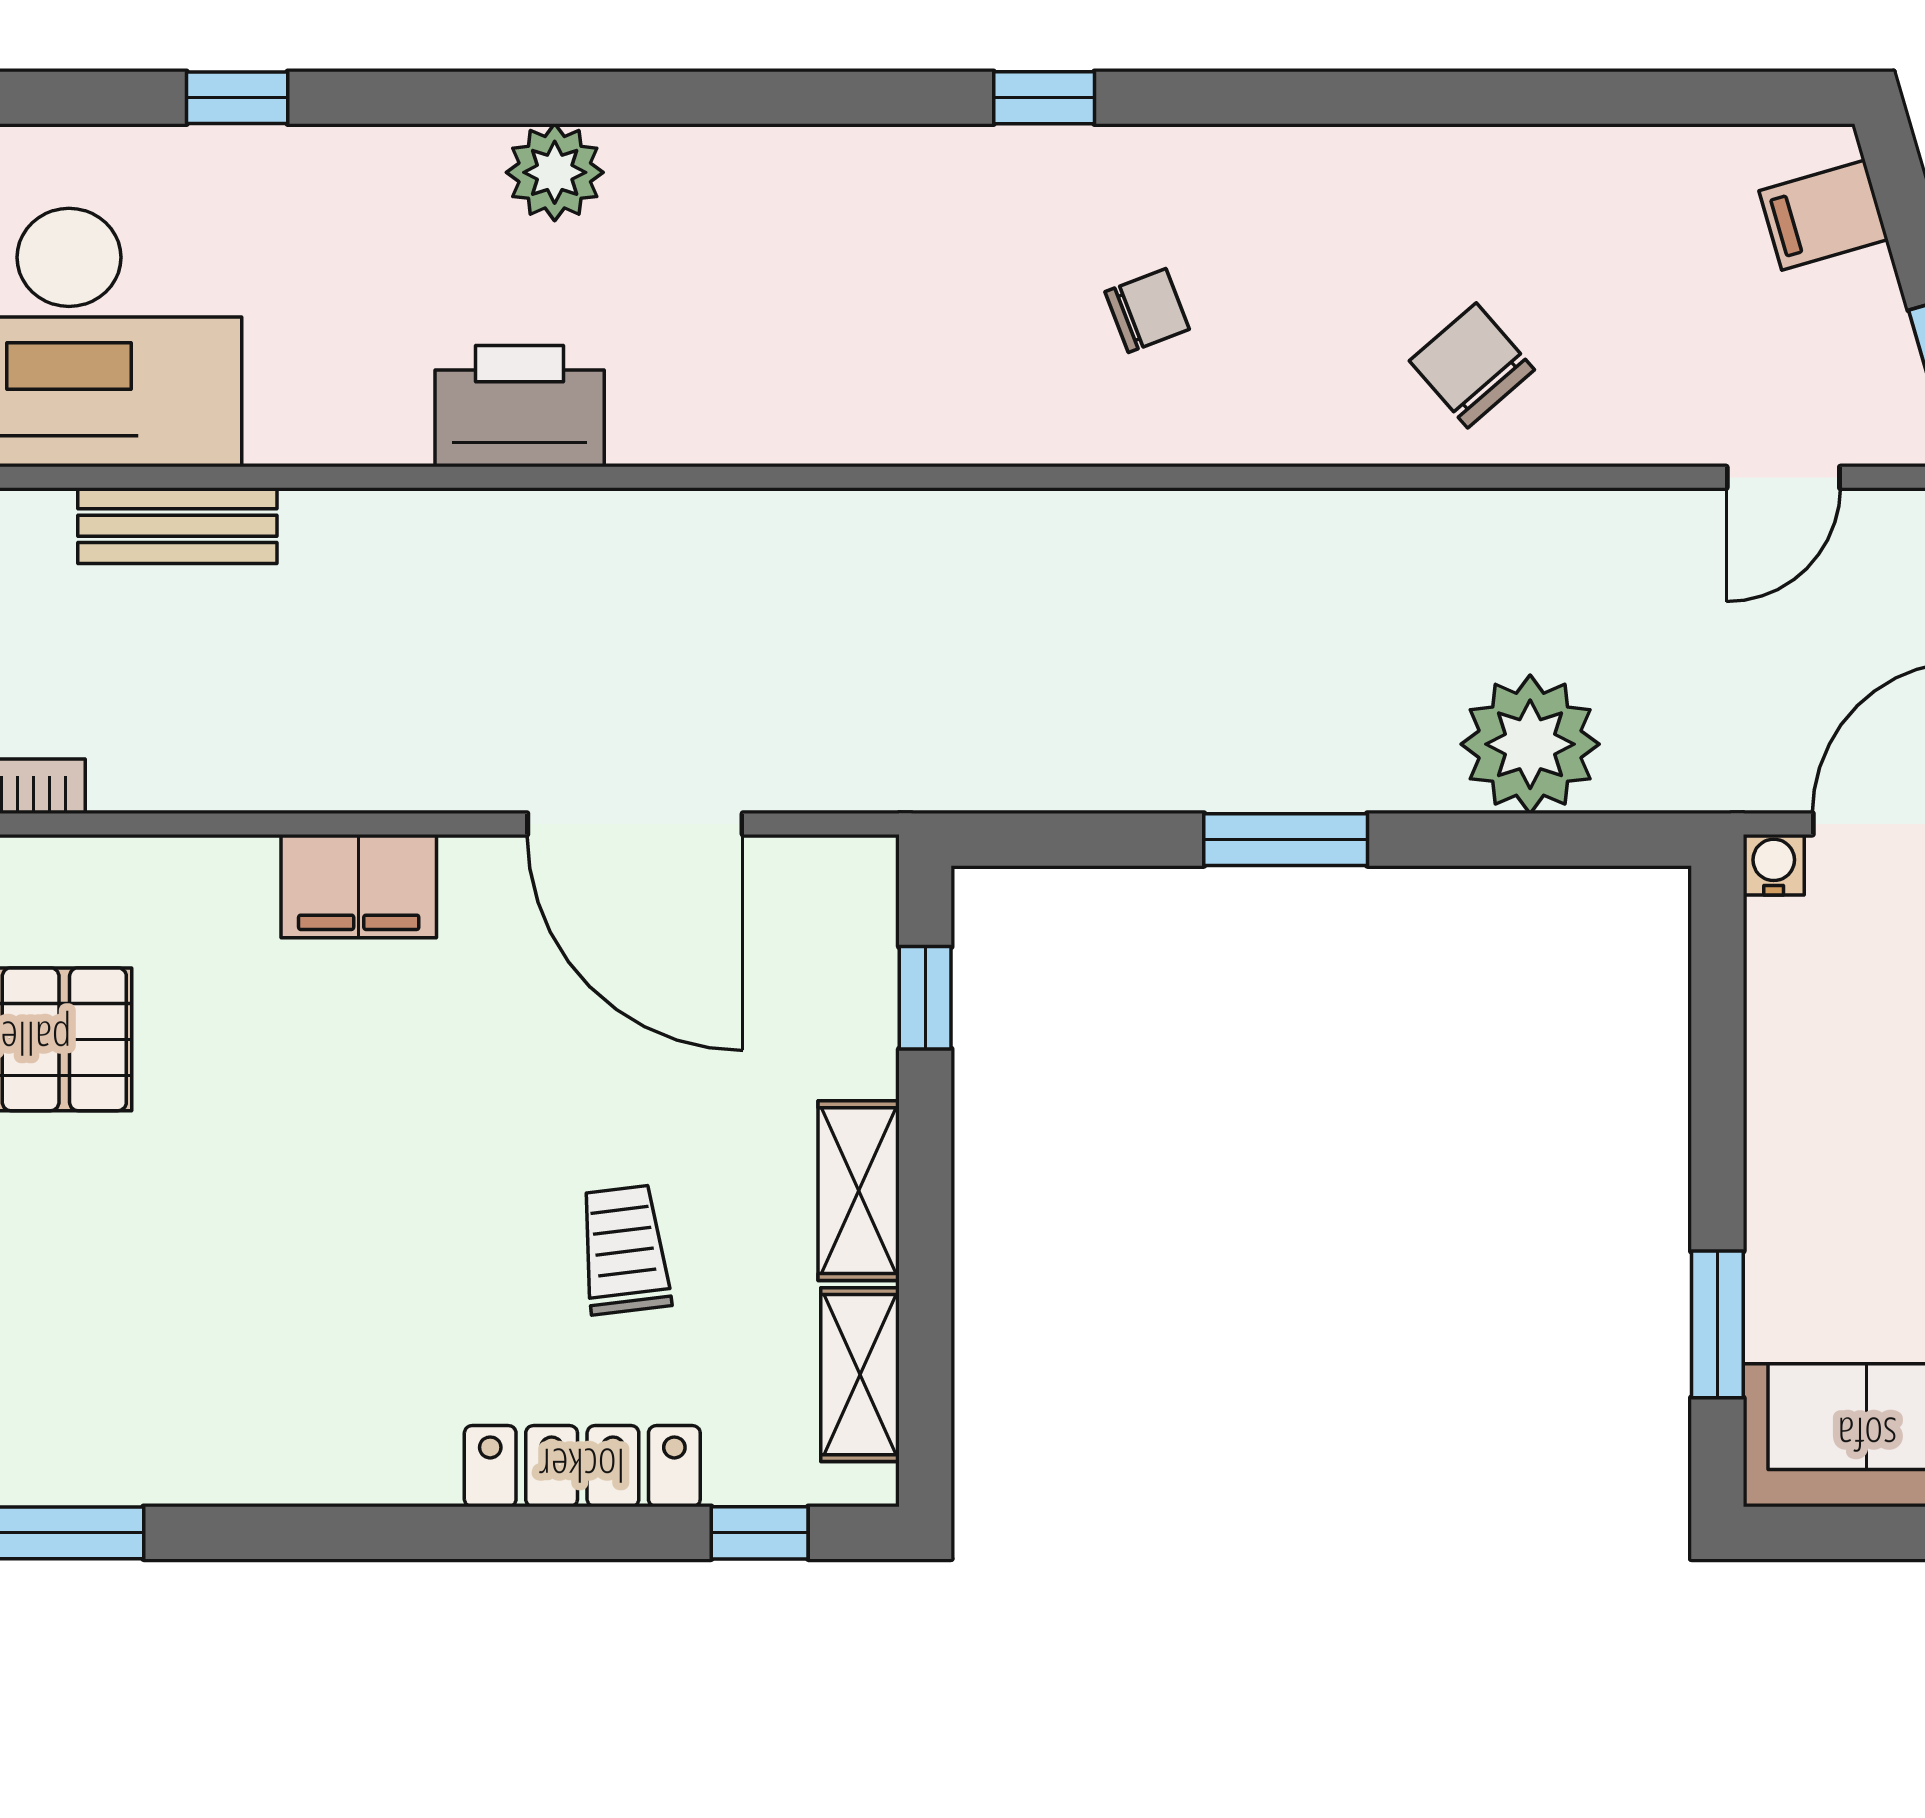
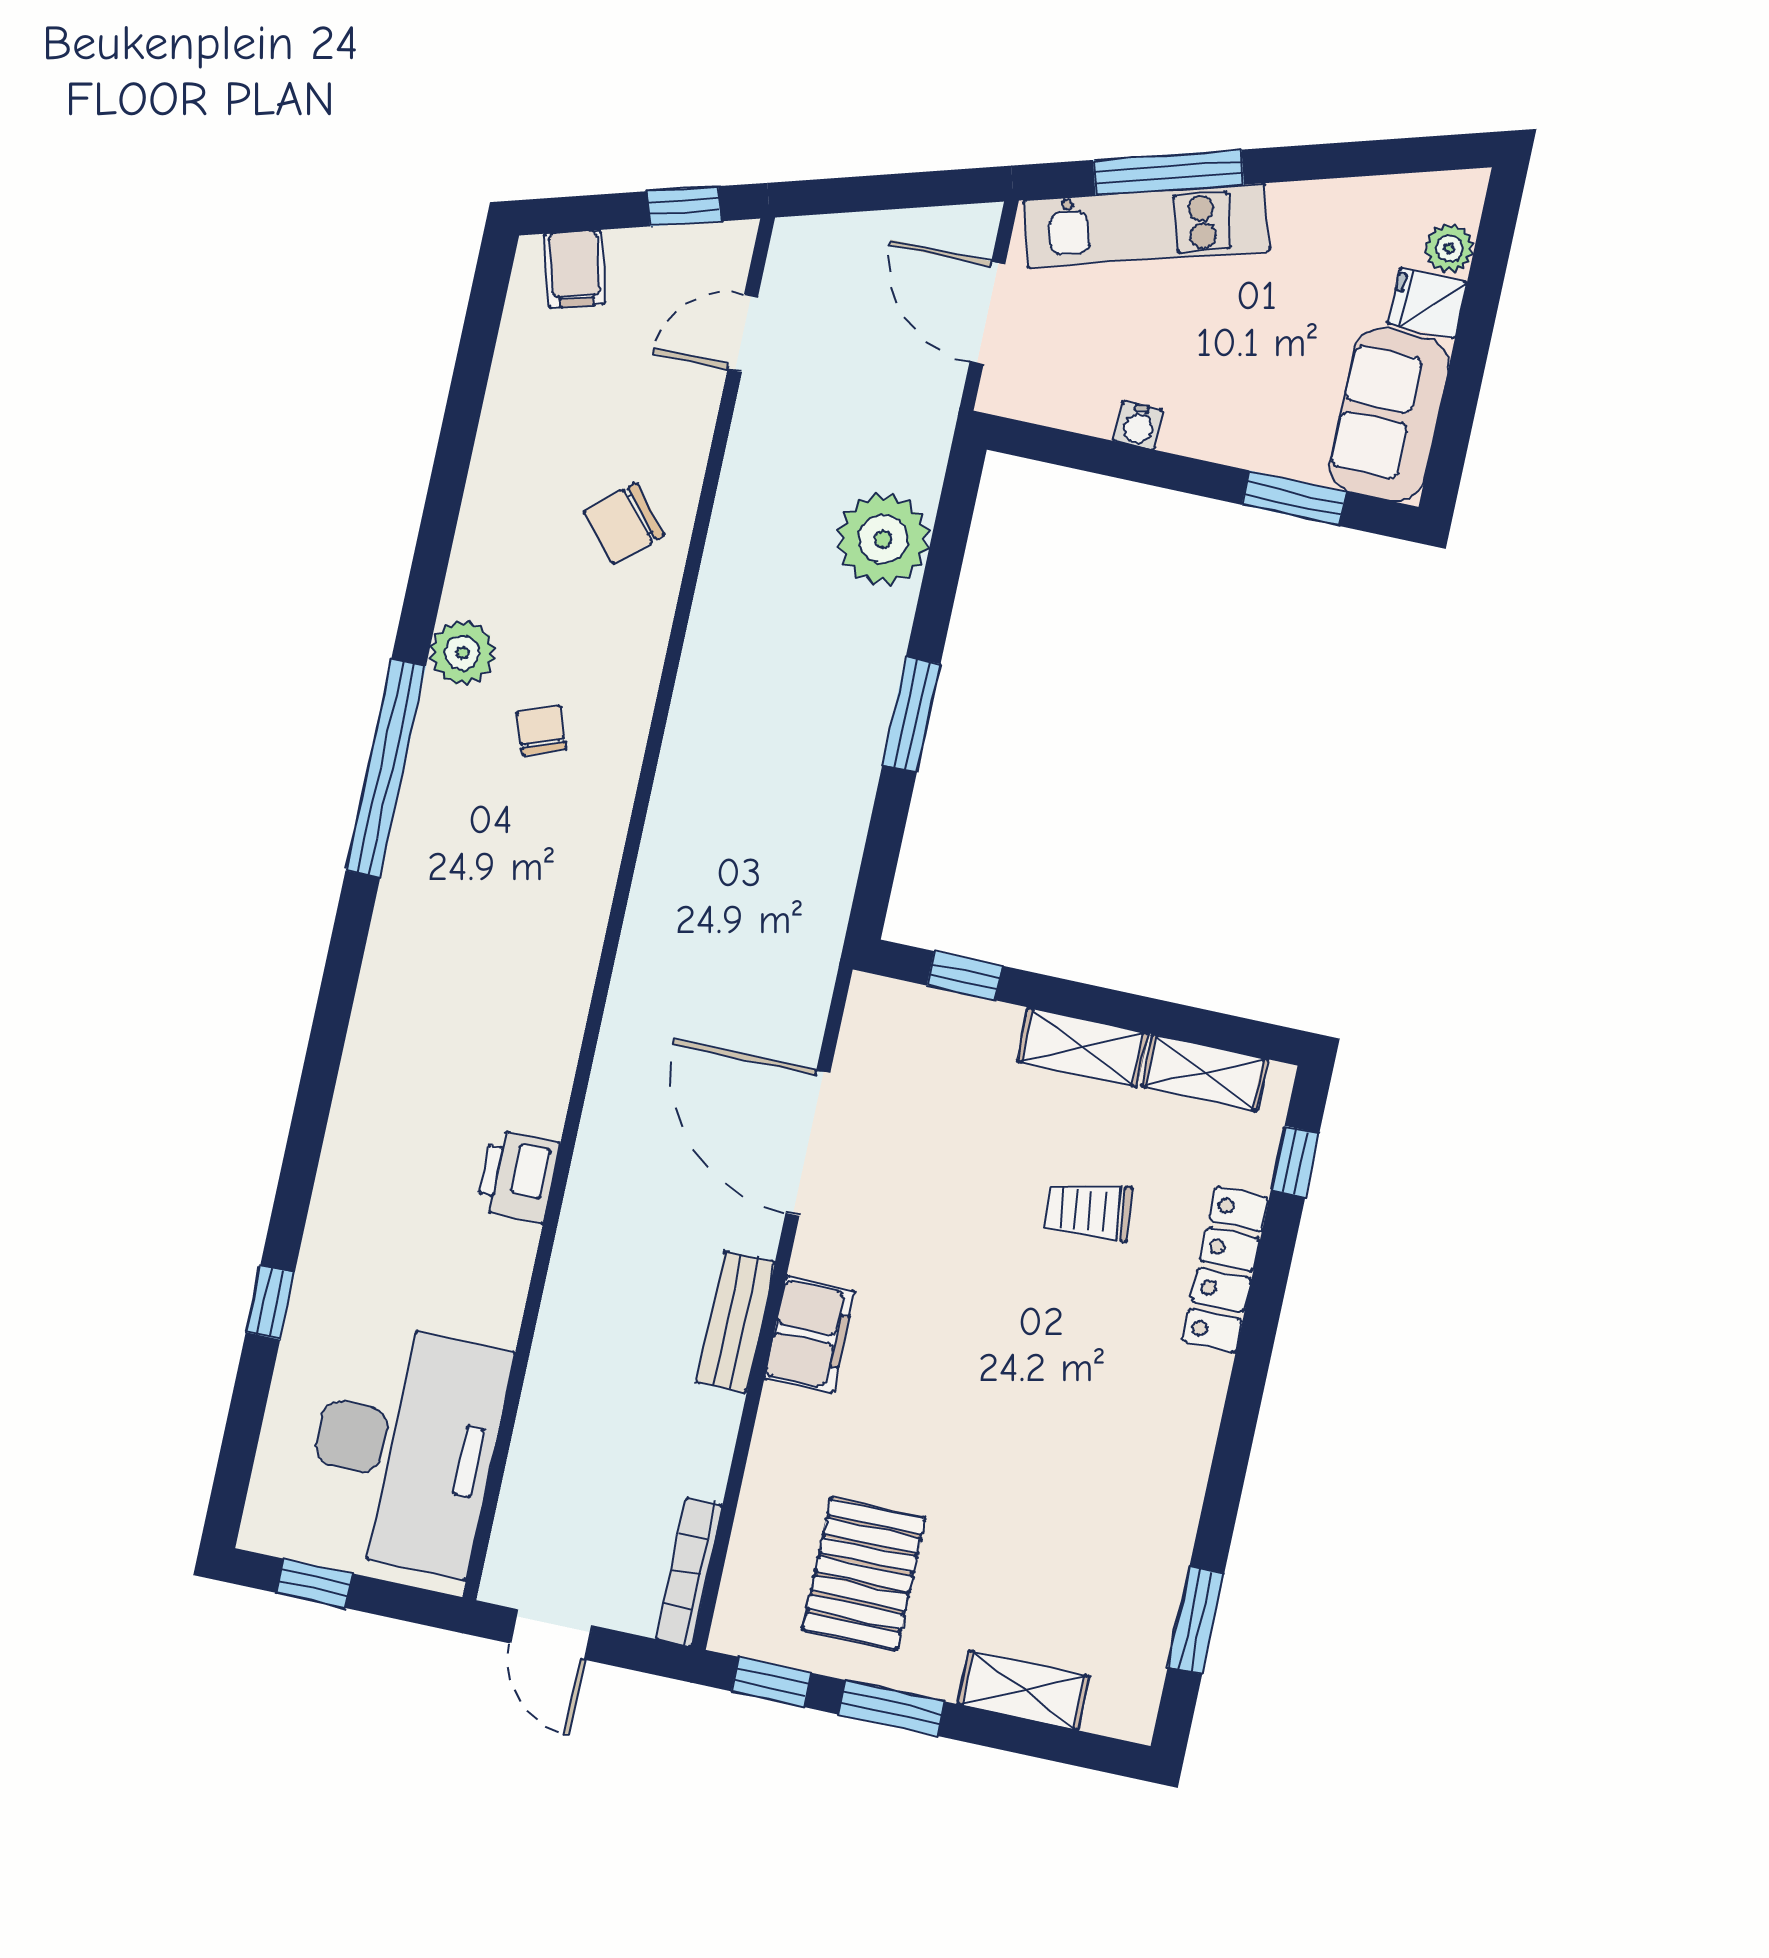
window: (1044, 98) -> (386, 768), width x3.17
plant: (555, 172) -> (462, 653), moved
printer: (520, 406) -> (518, 1176), width x0.73, depth x0.84
door: (1783, 477) -> (743, 333), swing flipped
bench: (177, 526) -> (736, 1322), moved
door: (635, 824) -> (808, 1143), swing flipped
water cooler: (1774, 865) -> (1138, 425), moved, turned -90

